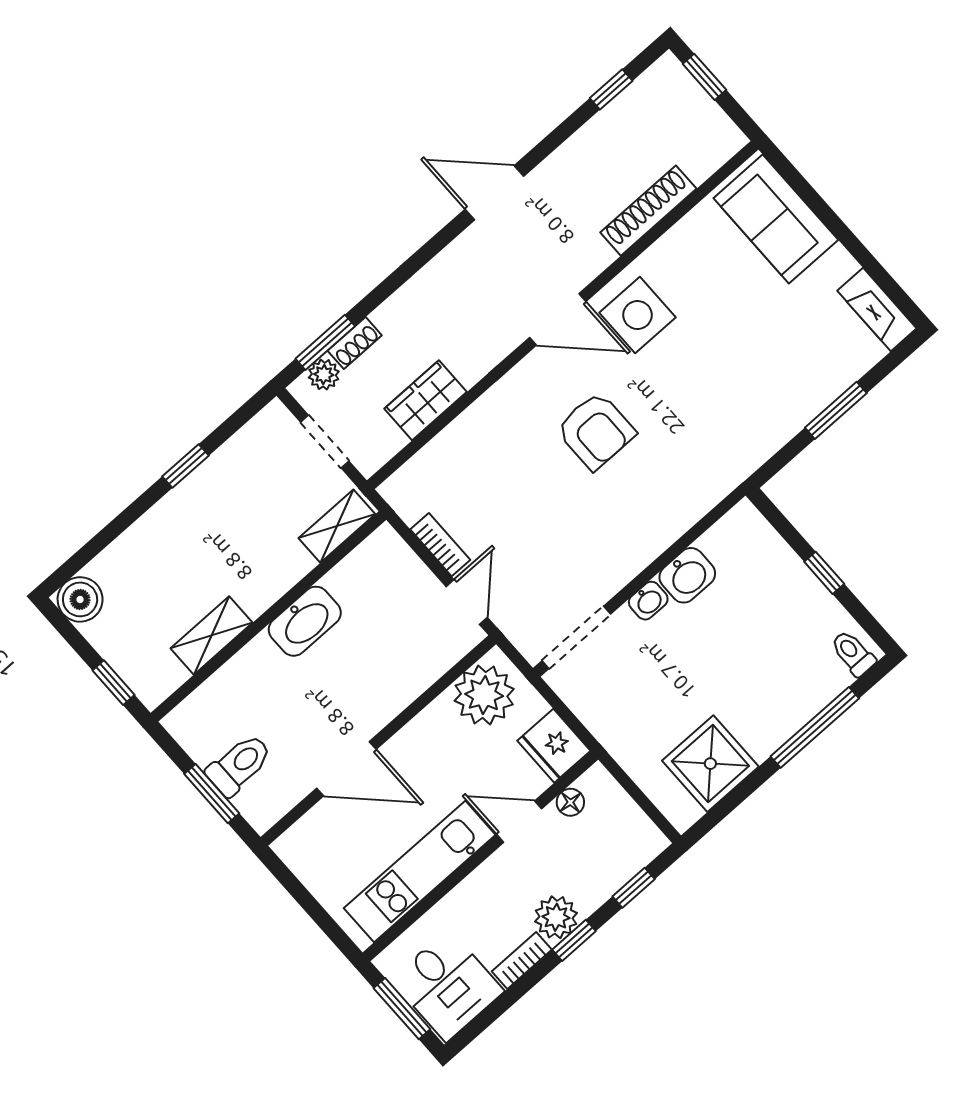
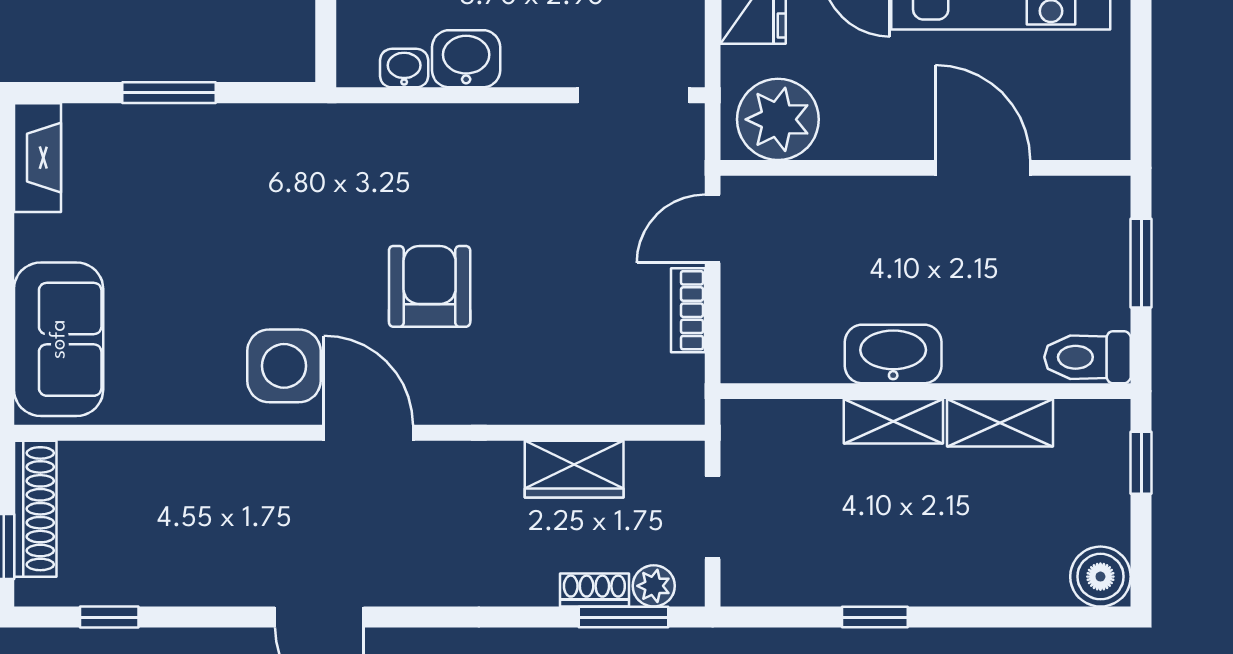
shoe rack: (648, 211) -> (35, 509), moved, turned -90
shelving: (337, 526) -> (893, 421), moved
washbasin: (648, 601) -> (404, 68), moved
toilet: (239, 765) -> (1088, 357), moved

